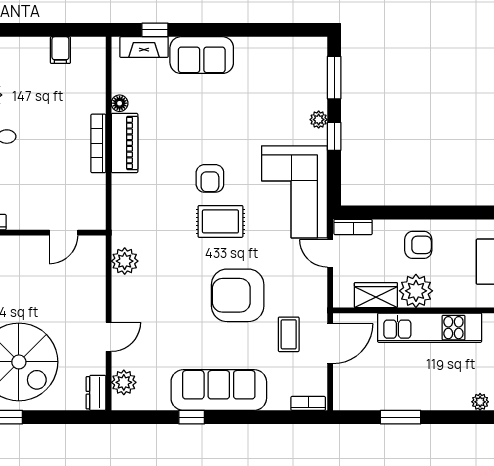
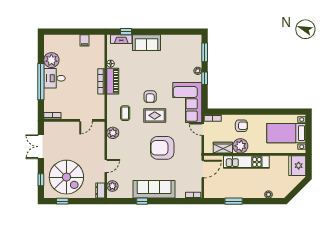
coffee table: (289, 334) -> (125, 113), moved

